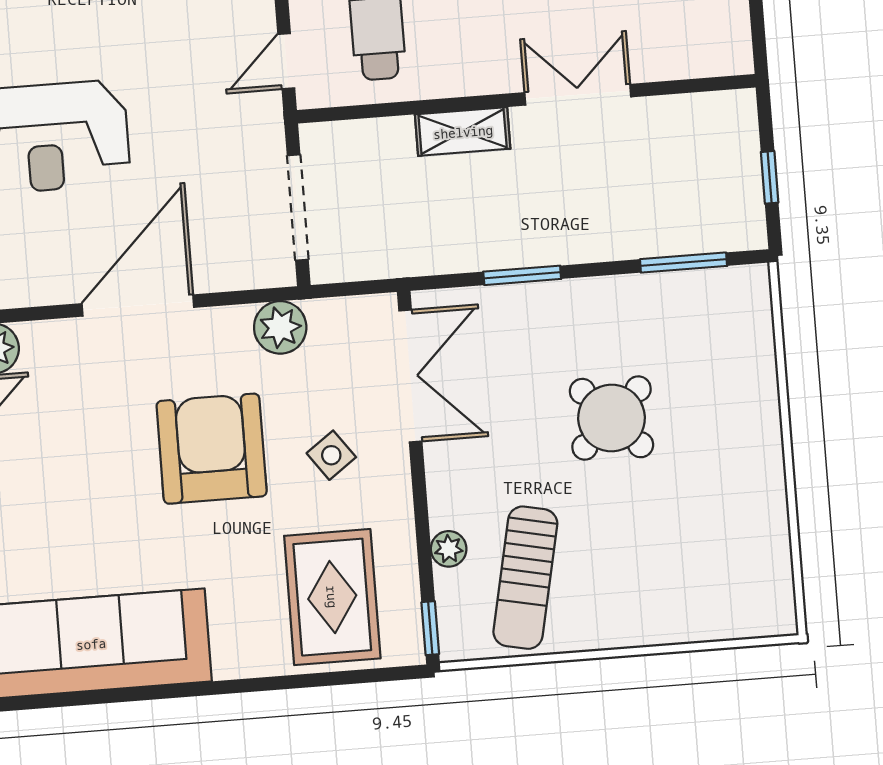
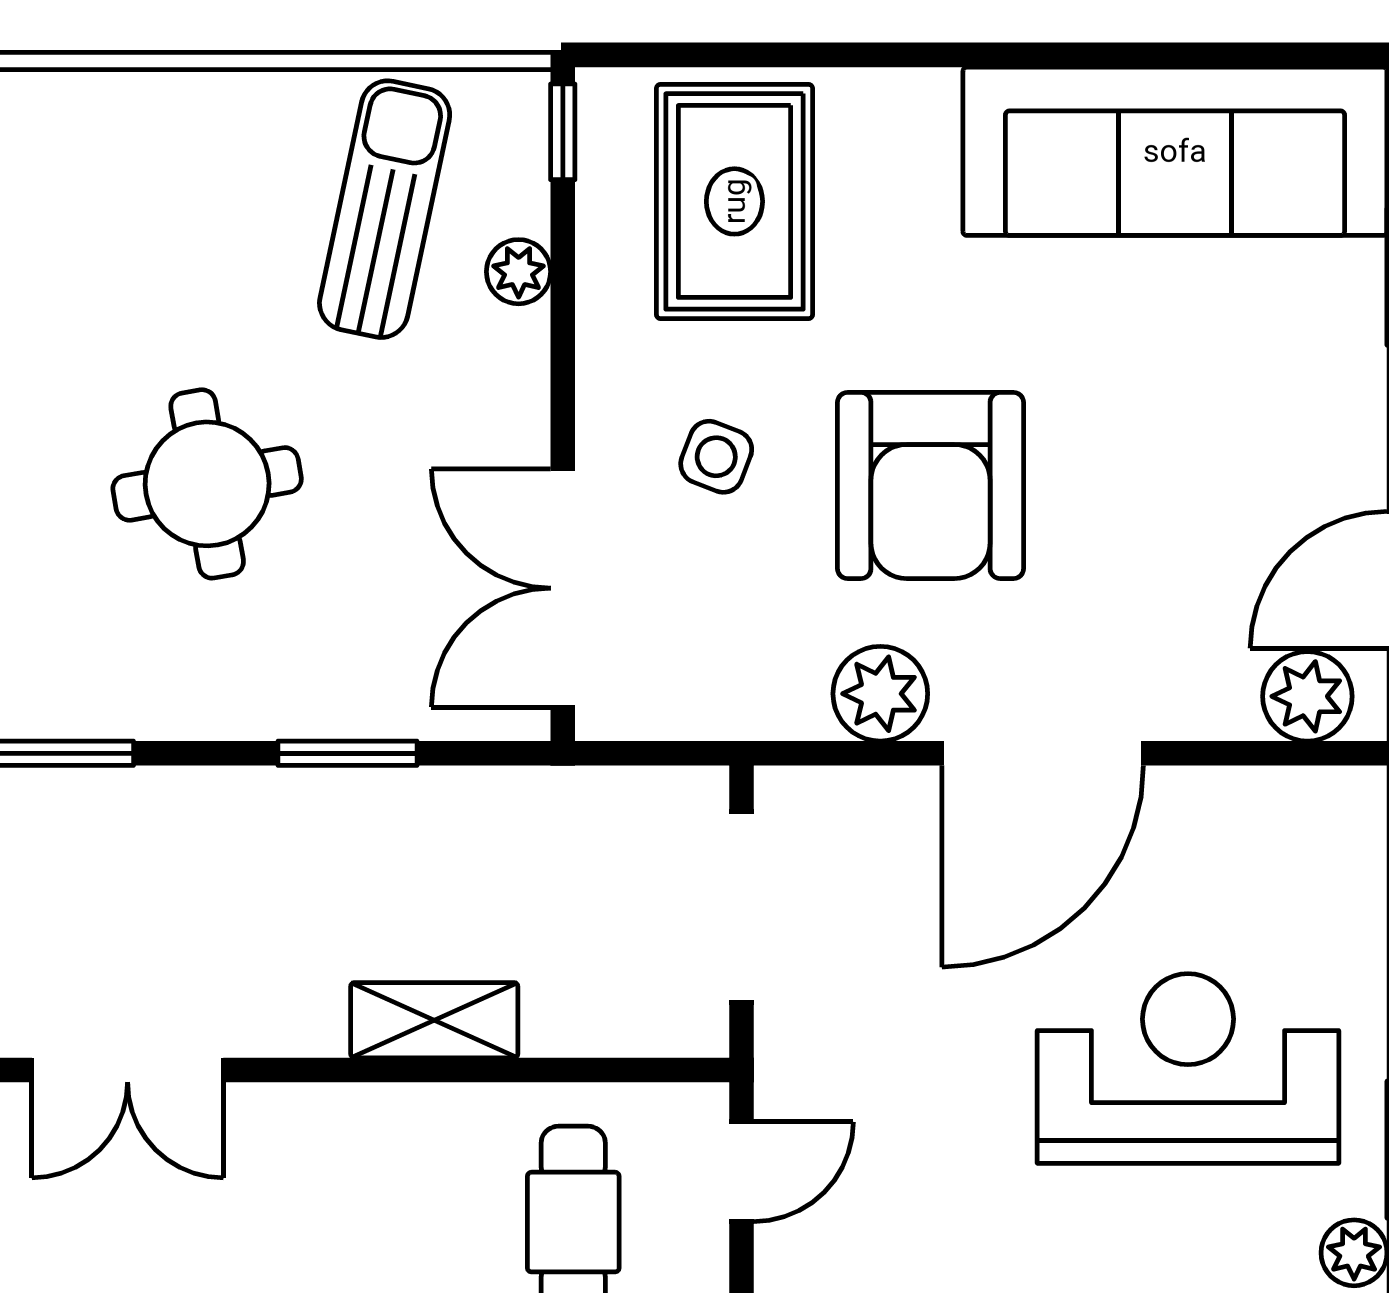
double door: (578, 95) -> (128, 1070), moved
plant: (280, 327) -> (880, 694), moved
round table: (612, 418) -> (207, 484), turned 33
side table: (331, 455) -> (716, 457), turned -33

